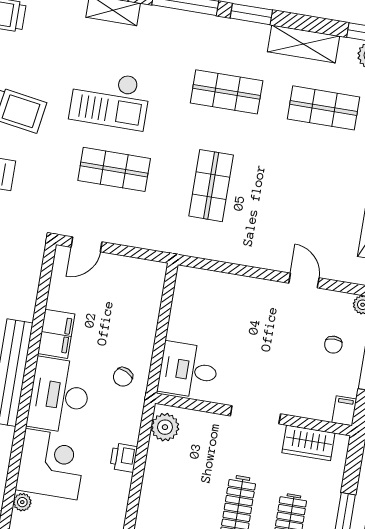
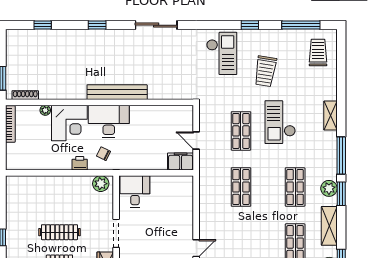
plant: (239, 34) -> (329, 188), added
shop shelf: (211, 186) -> (241, 187), turned 90
door: (86, 244) -> (196, 140), moved
filing cabinet: (56, 334) -> (181, 161), moved, turned 180
chair: (123, 377) -> (104, 154), moved

